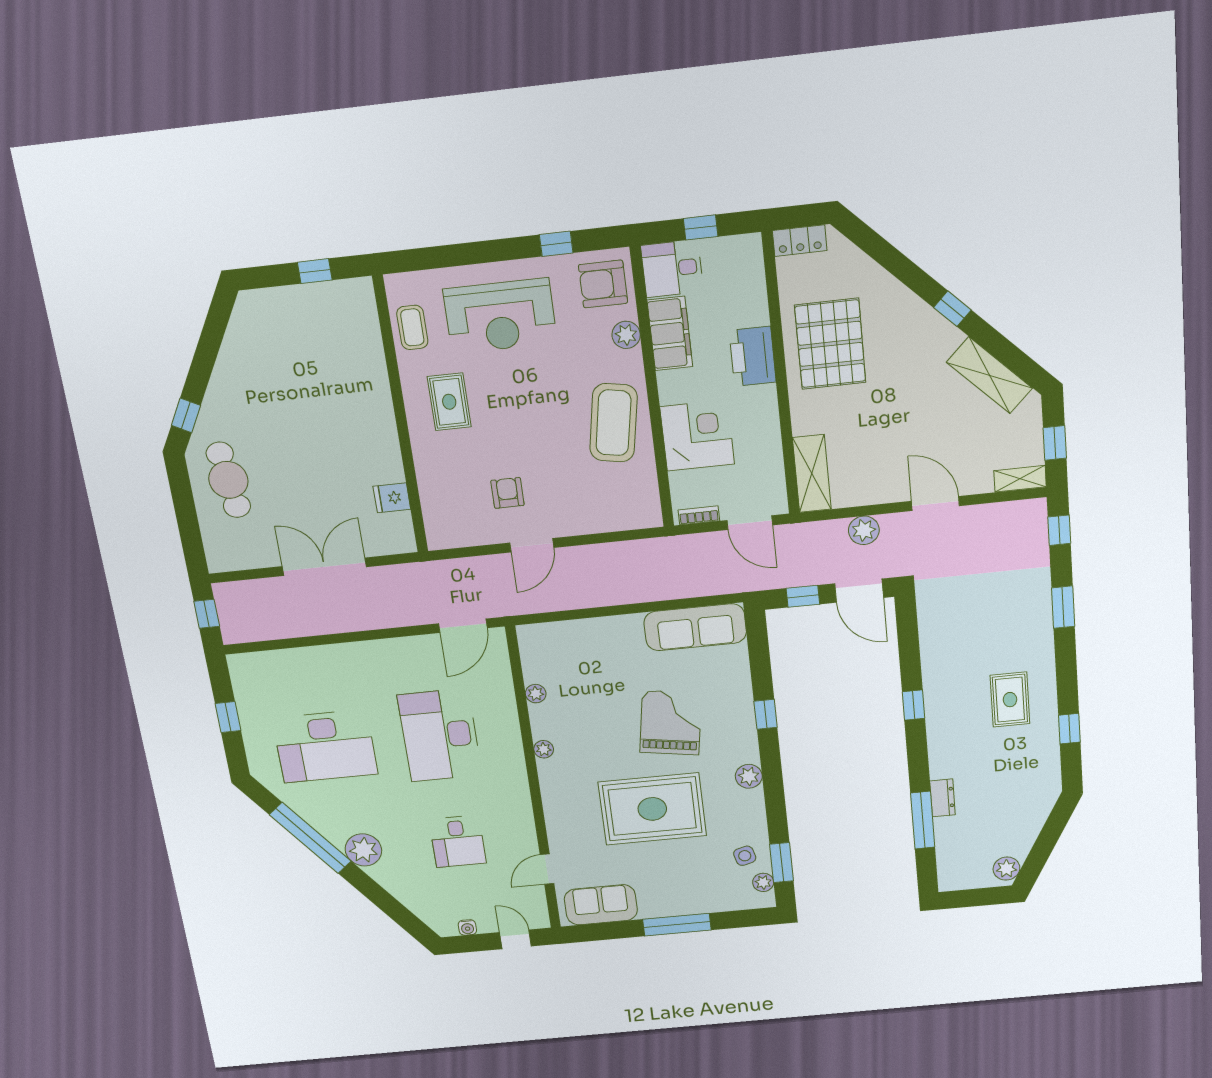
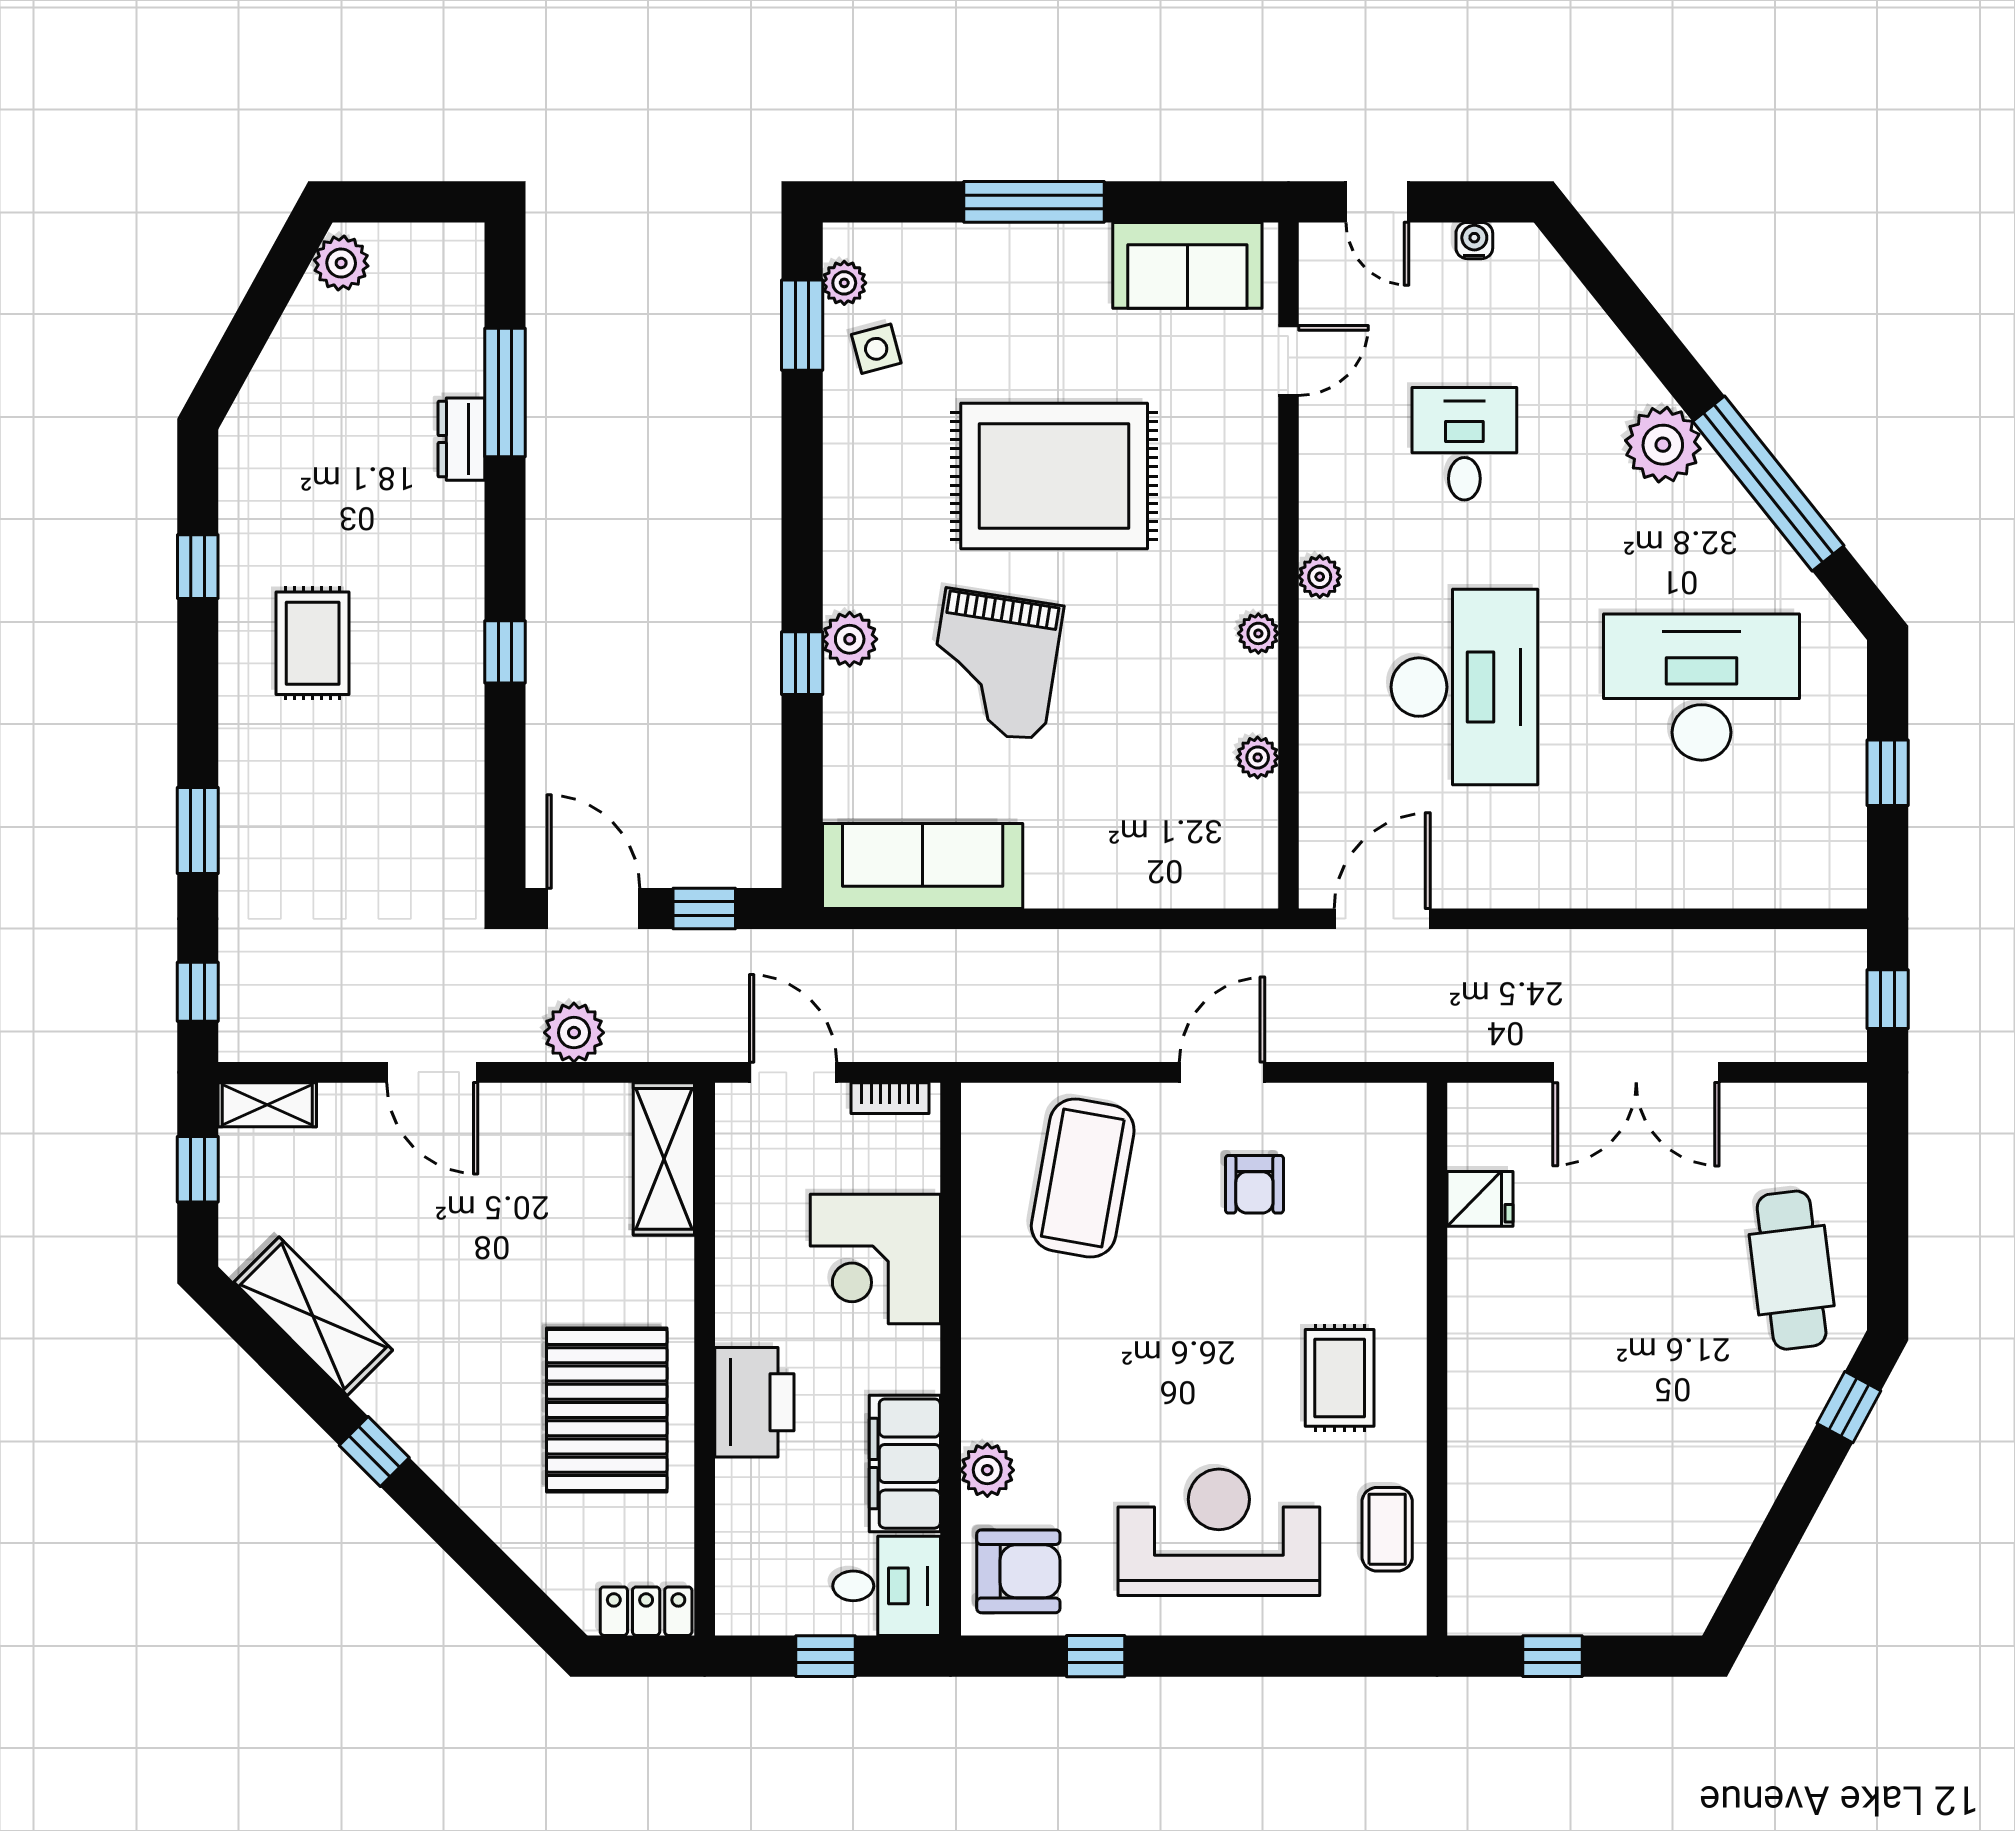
coffee table: (614, 423) -> (1083, 1178), moved
plant: (749, 776) -> (850, 639), moved
plant: (518, 777) -> (1320, 577), added

